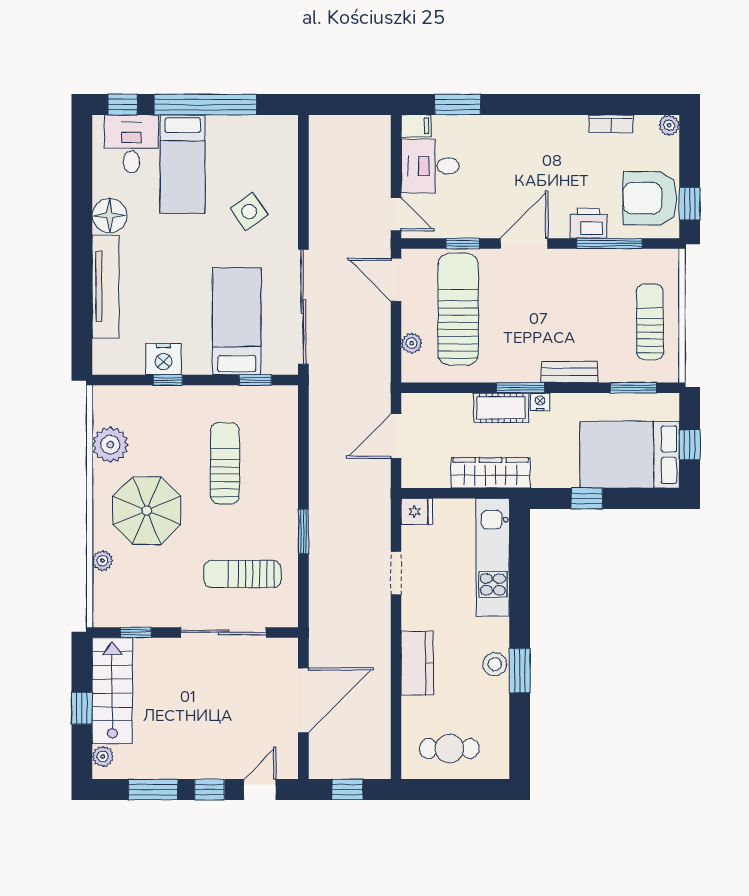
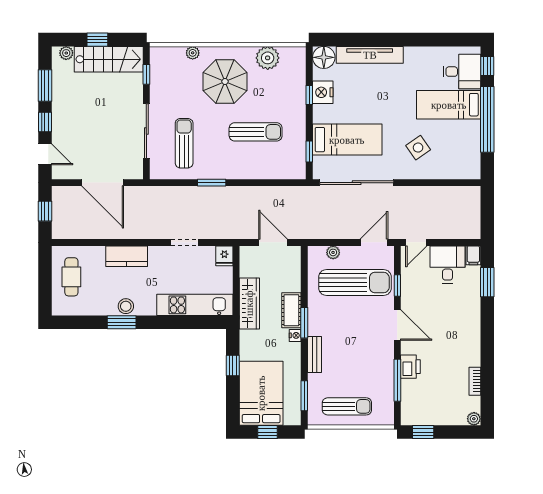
armchair: (650, 198) -> (427, 406), removed
floor lamp: (109, 216) -> (324, 57), moved

